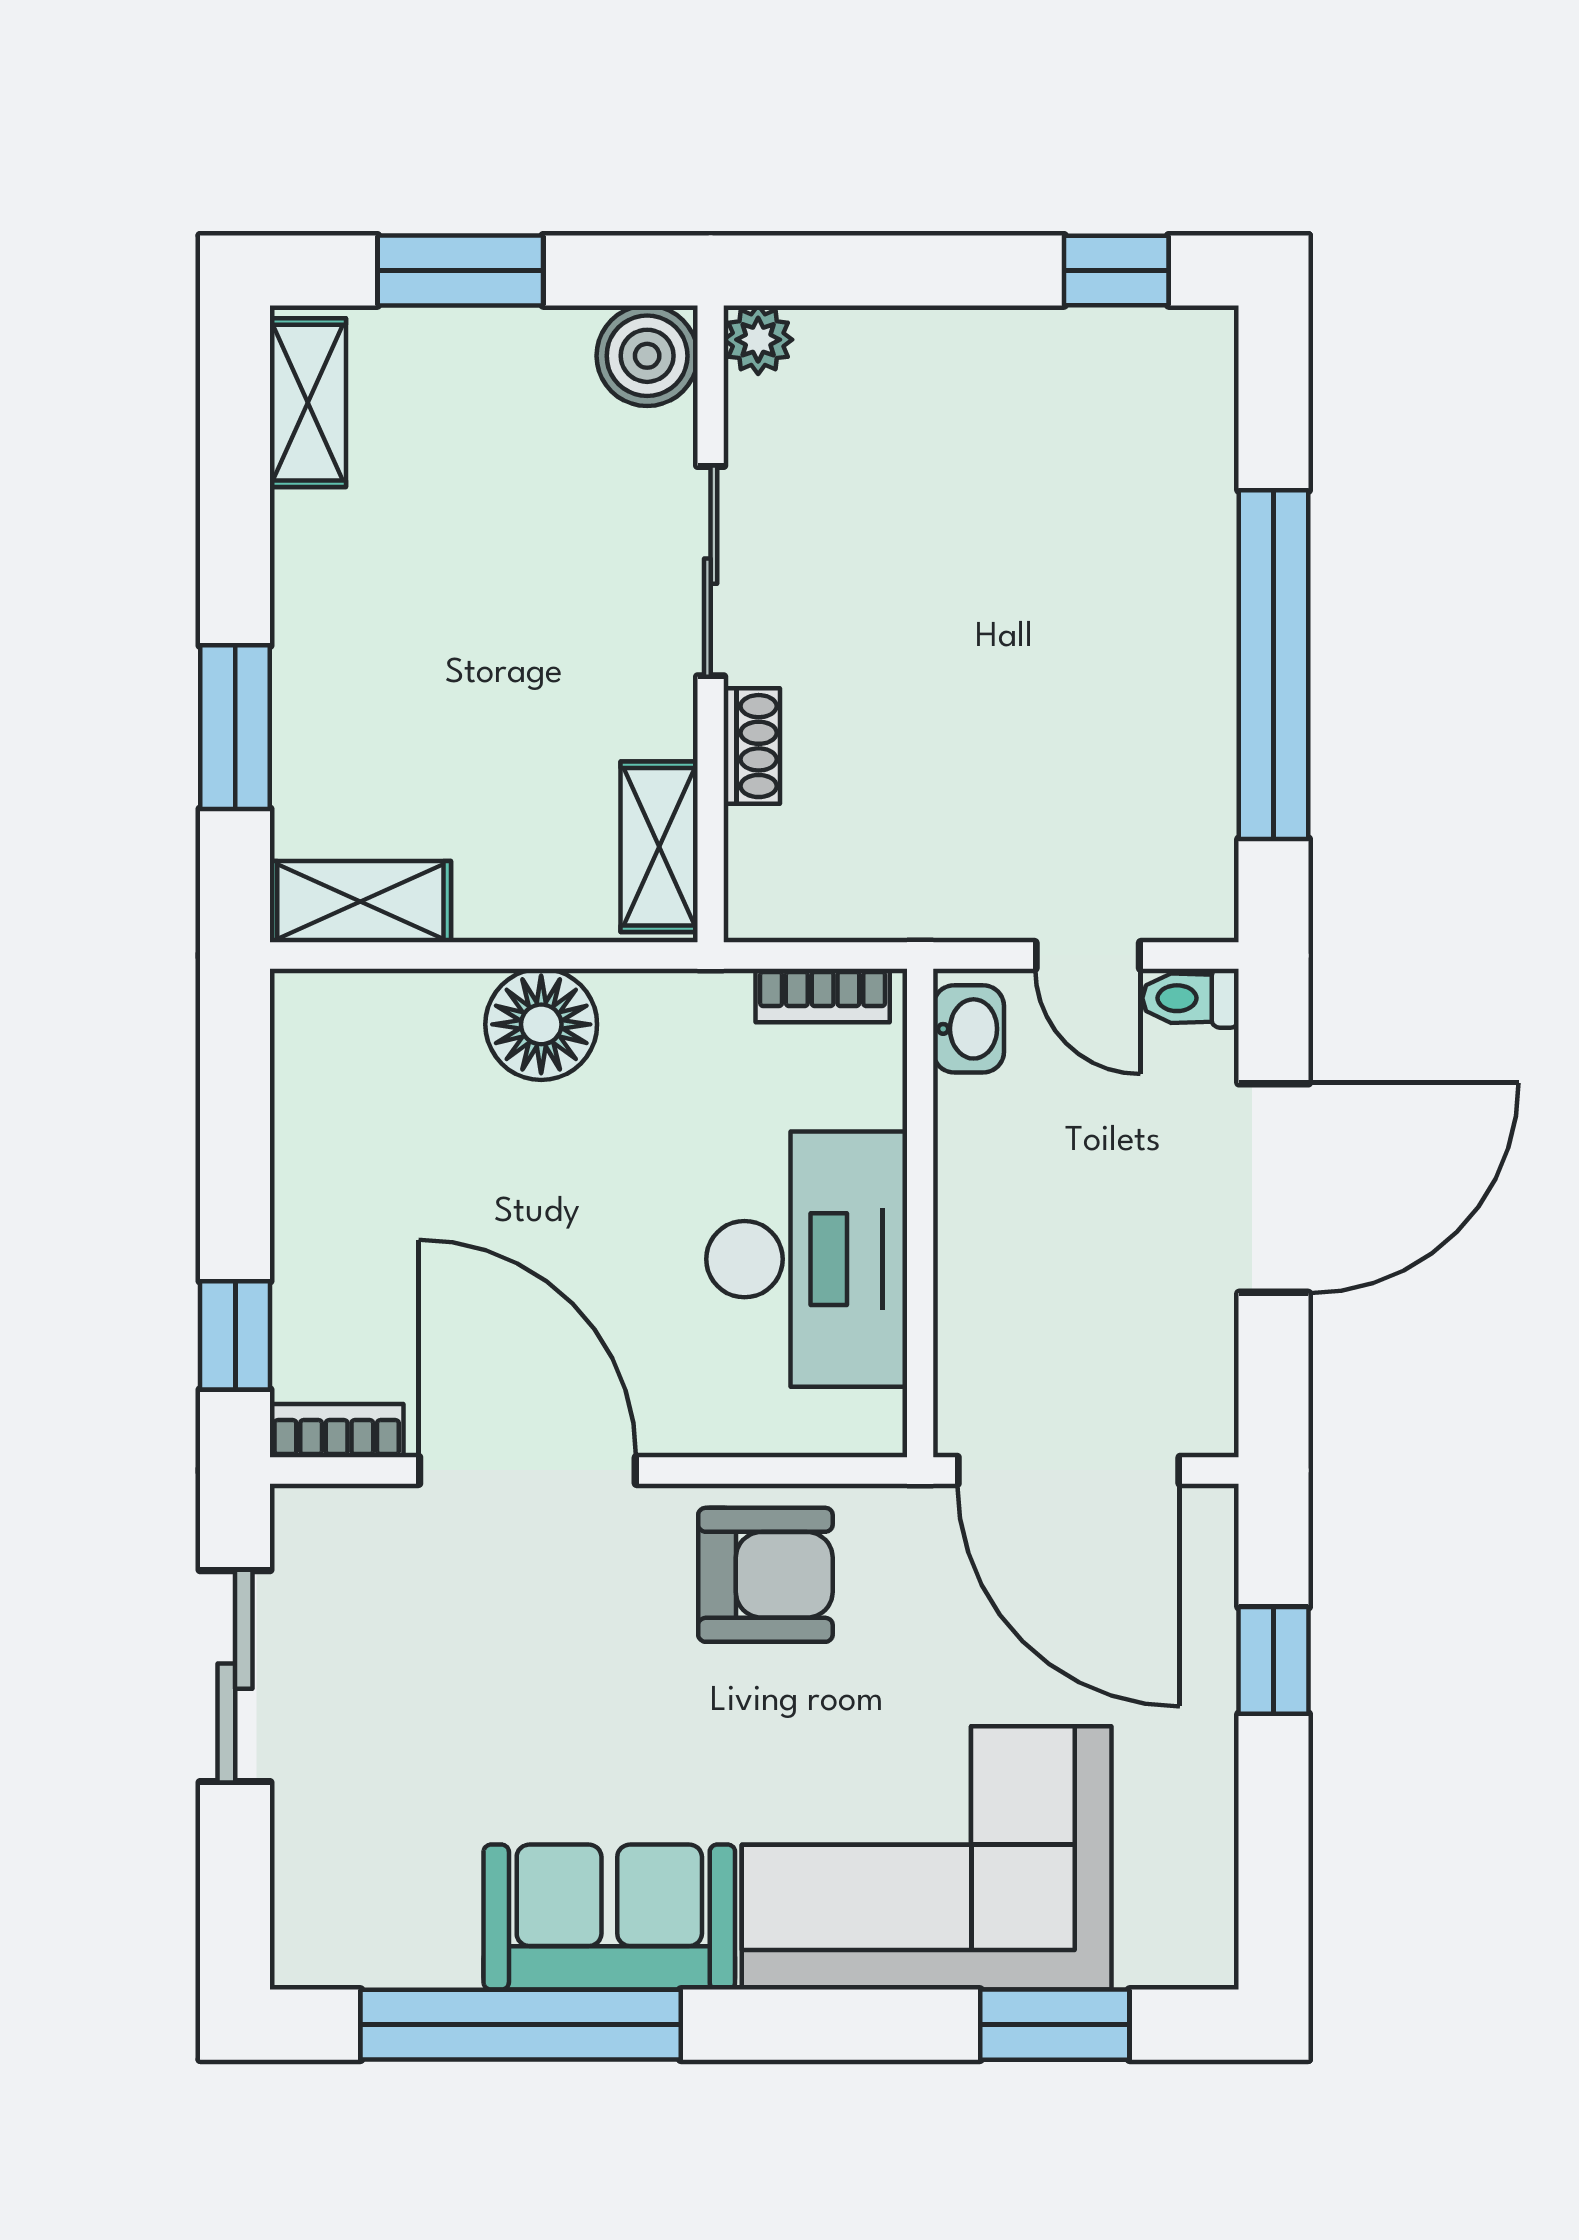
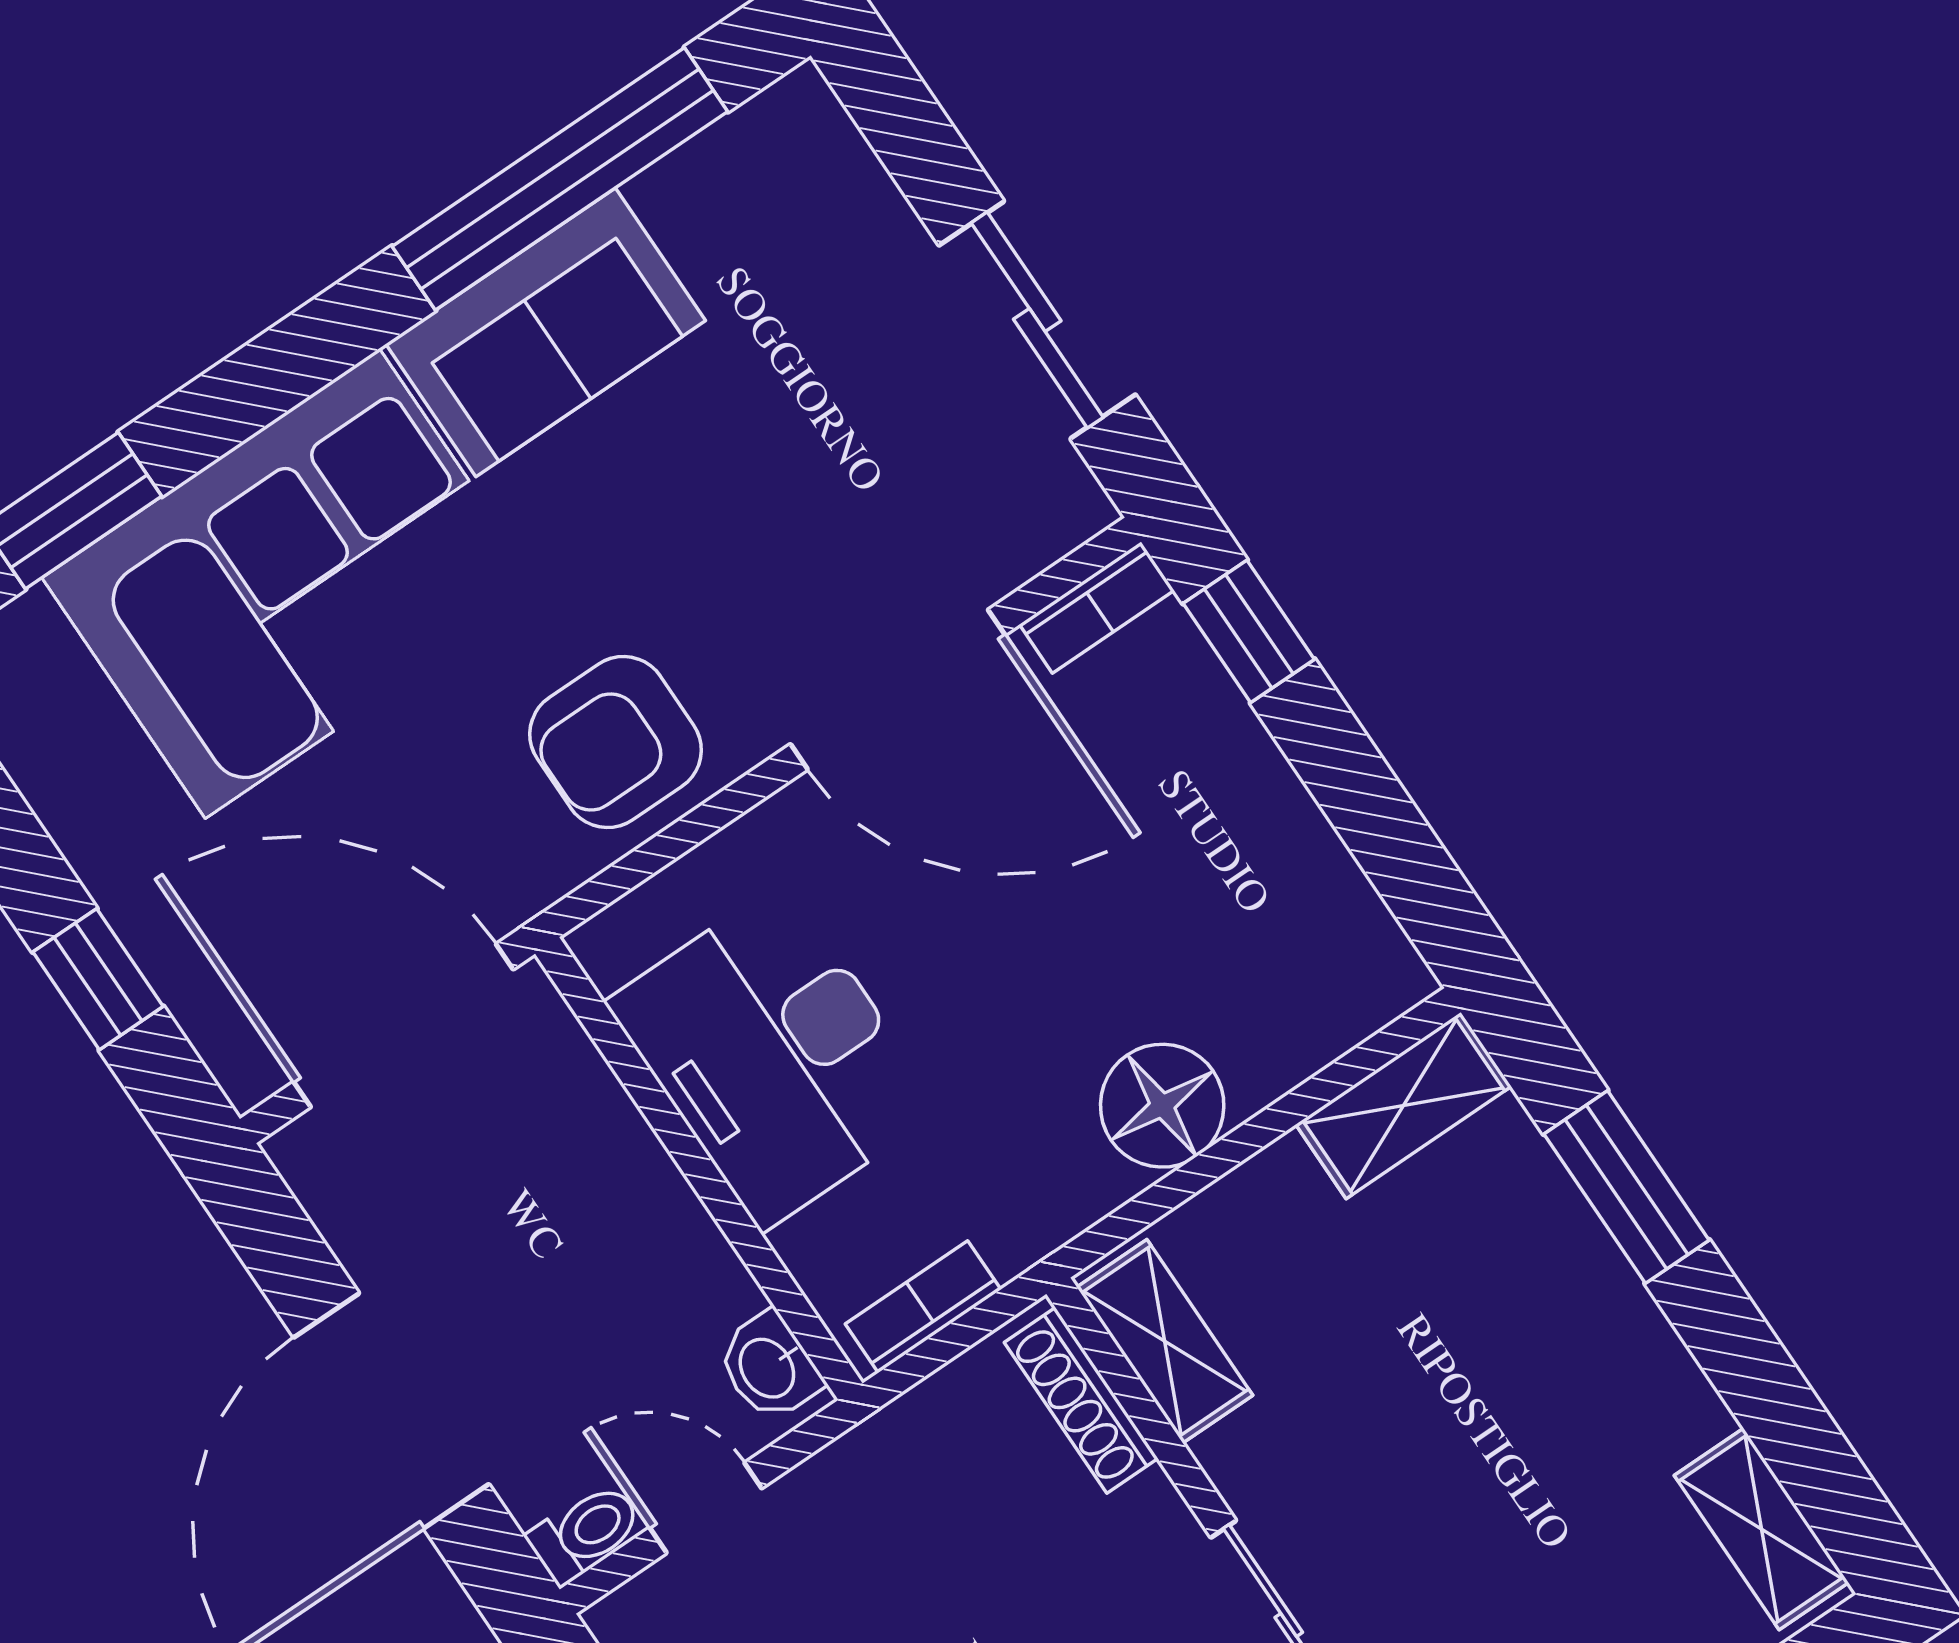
shoe rack: (752, 746) -> (1081, 1400), moved, width x1.43

